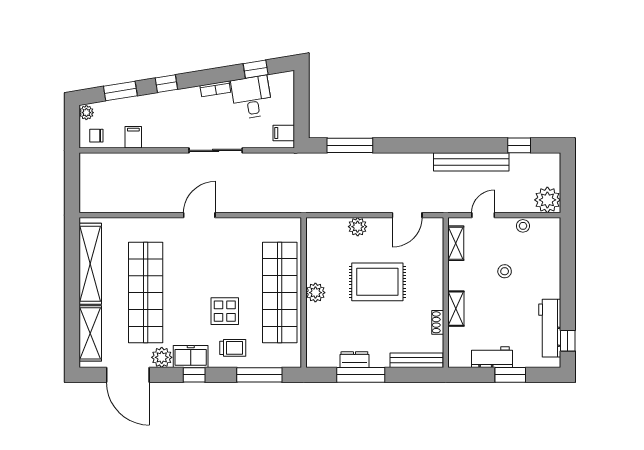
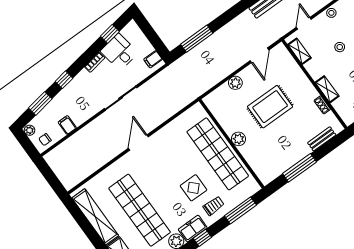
dresser: (354, 360) -> (289, 162), removed
bench: (417, 360) -> (322, 139), width x0.73

